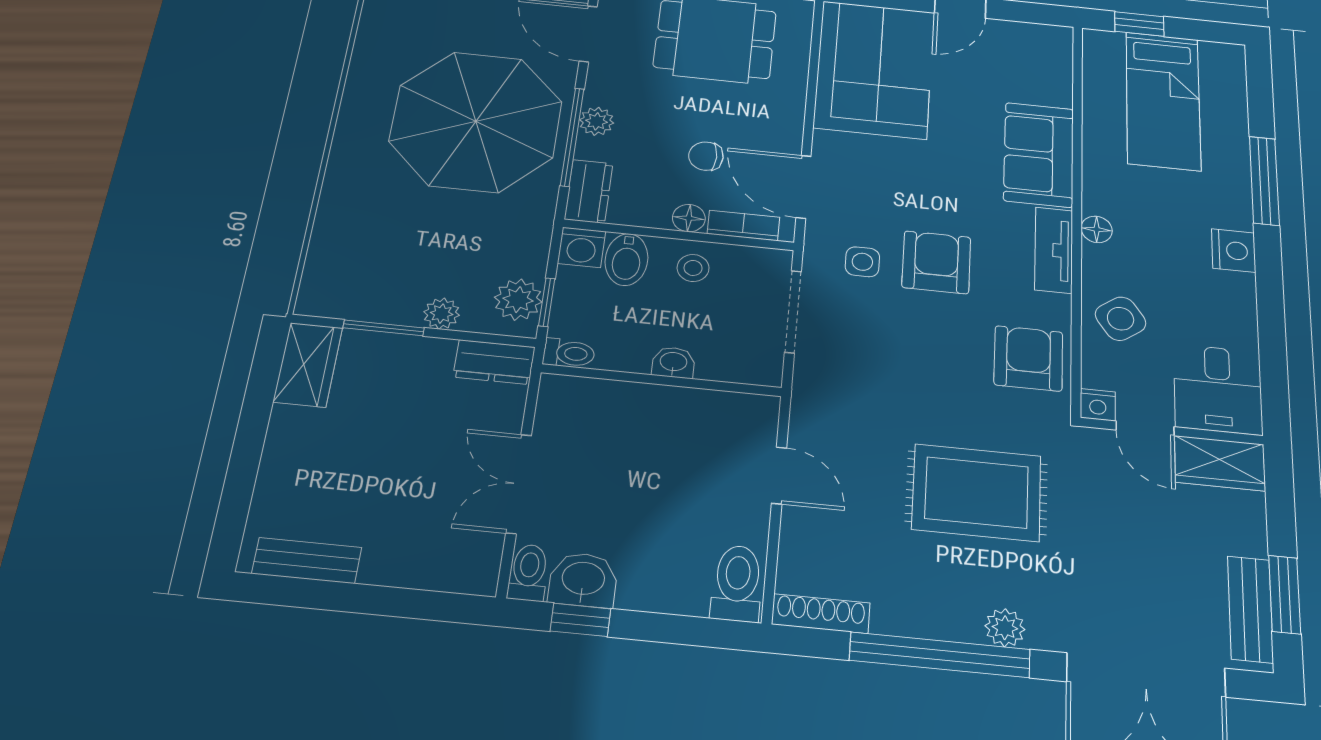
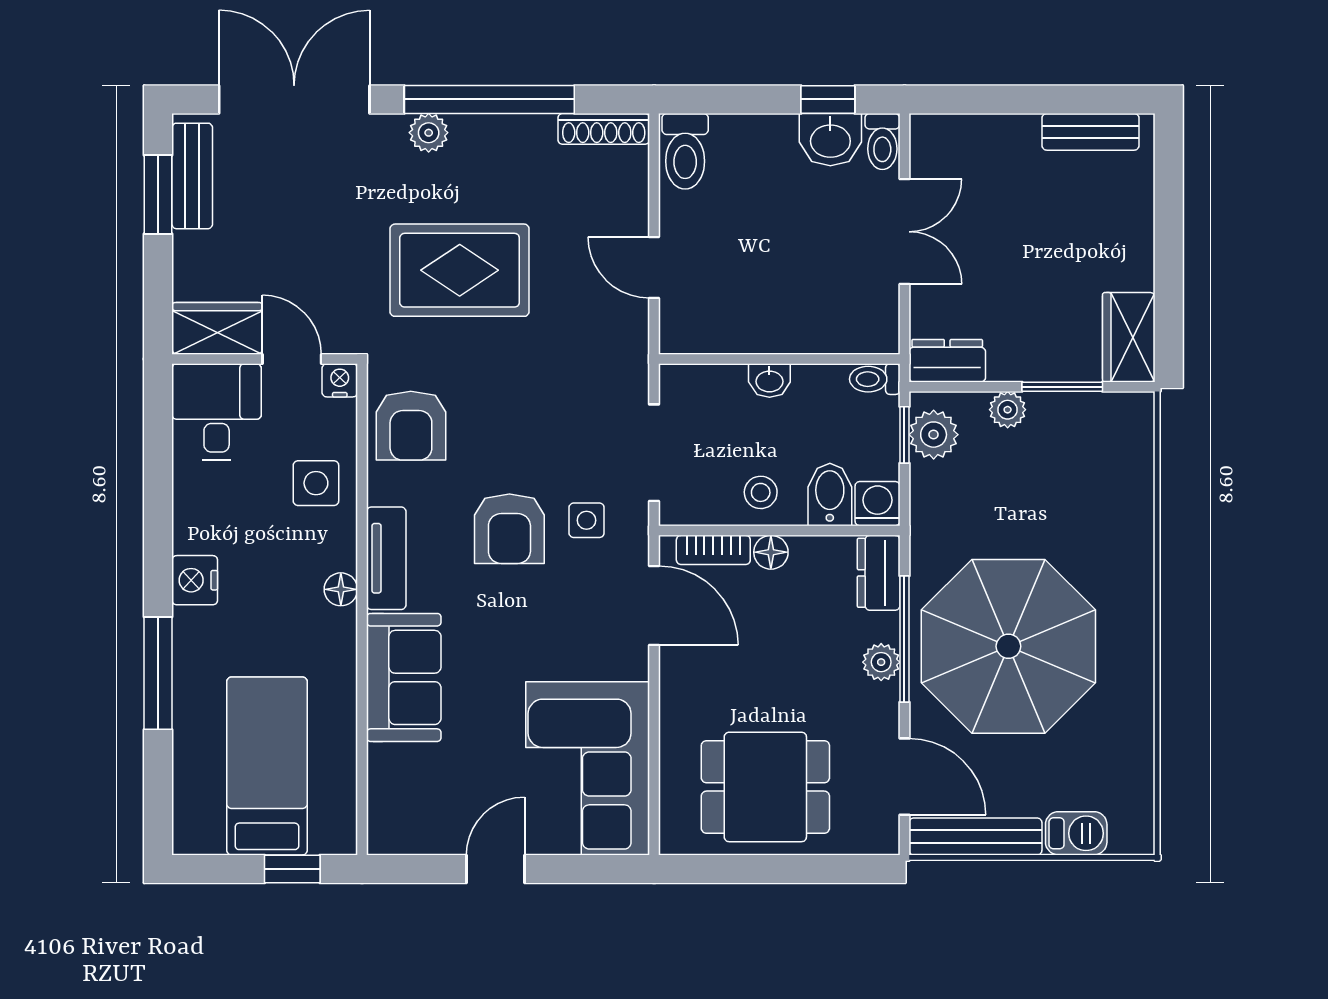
chair: (706, 156) -> (761, 632), removed
side table: (1121, 319) -> (316, 483), turned 35

